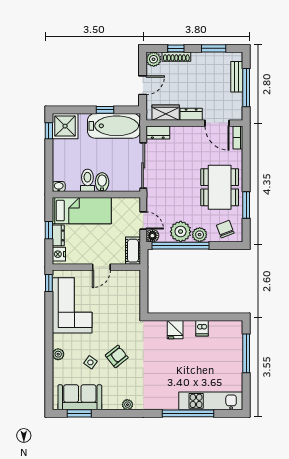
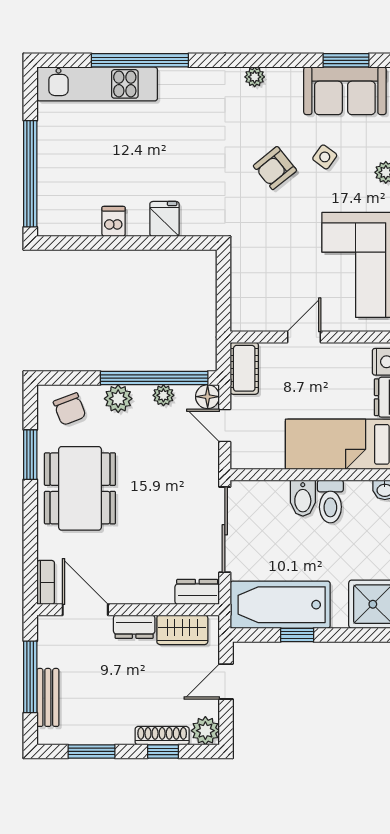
plant: (181, 232) -> (163, 395), width x0.53, depth x0.53
window: (246, 353) -> (30, 174), width x1.46

